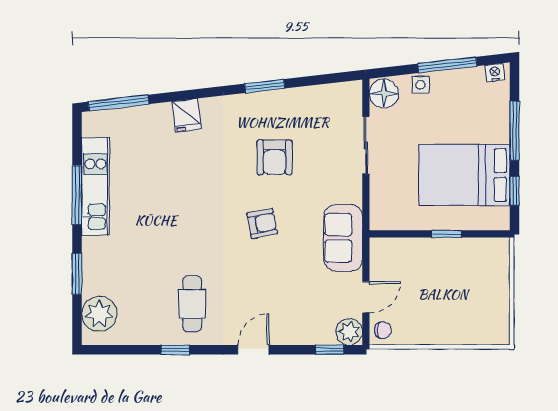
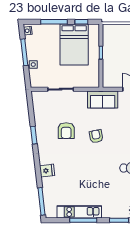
floor lamp: (384, 94) -> (37, 81), removed
armchair: (275, 157) -> (66, 131), turned 90

